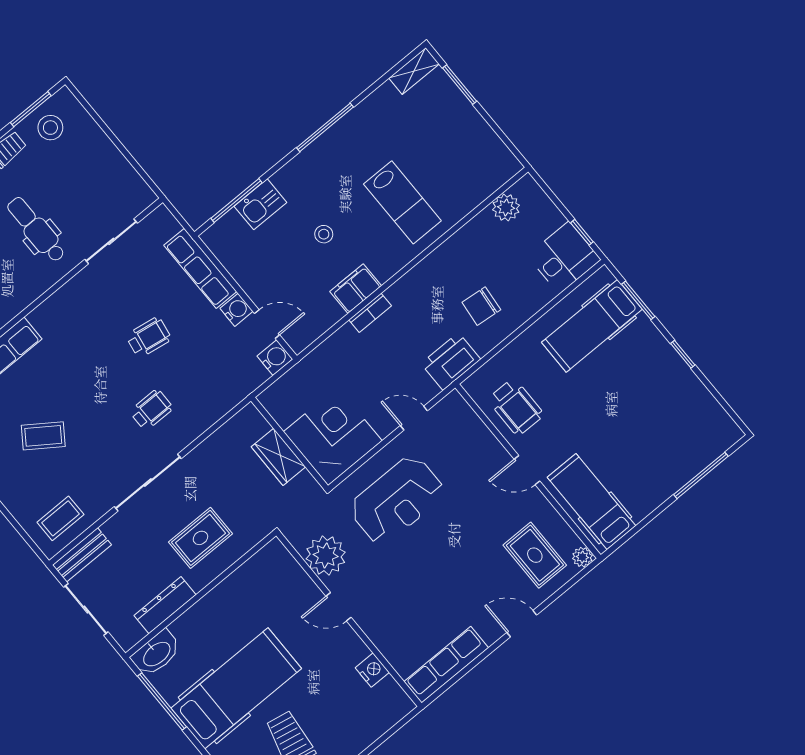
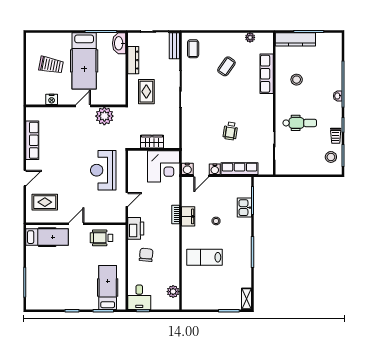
wheelchair: (151, 410) -> (205, 111), removed
corner desk: (333, 436) -> (164, 166), moved
plant: (326, 556) -> (104, 116), moved
plant: (582, 557) -> (31, 218), removed
door: (339, 607) -> (83, 106), moved
wall: (349, 619) -> (76, 106), moved
nightstand: (372, 670) -> (52, 99), moved

